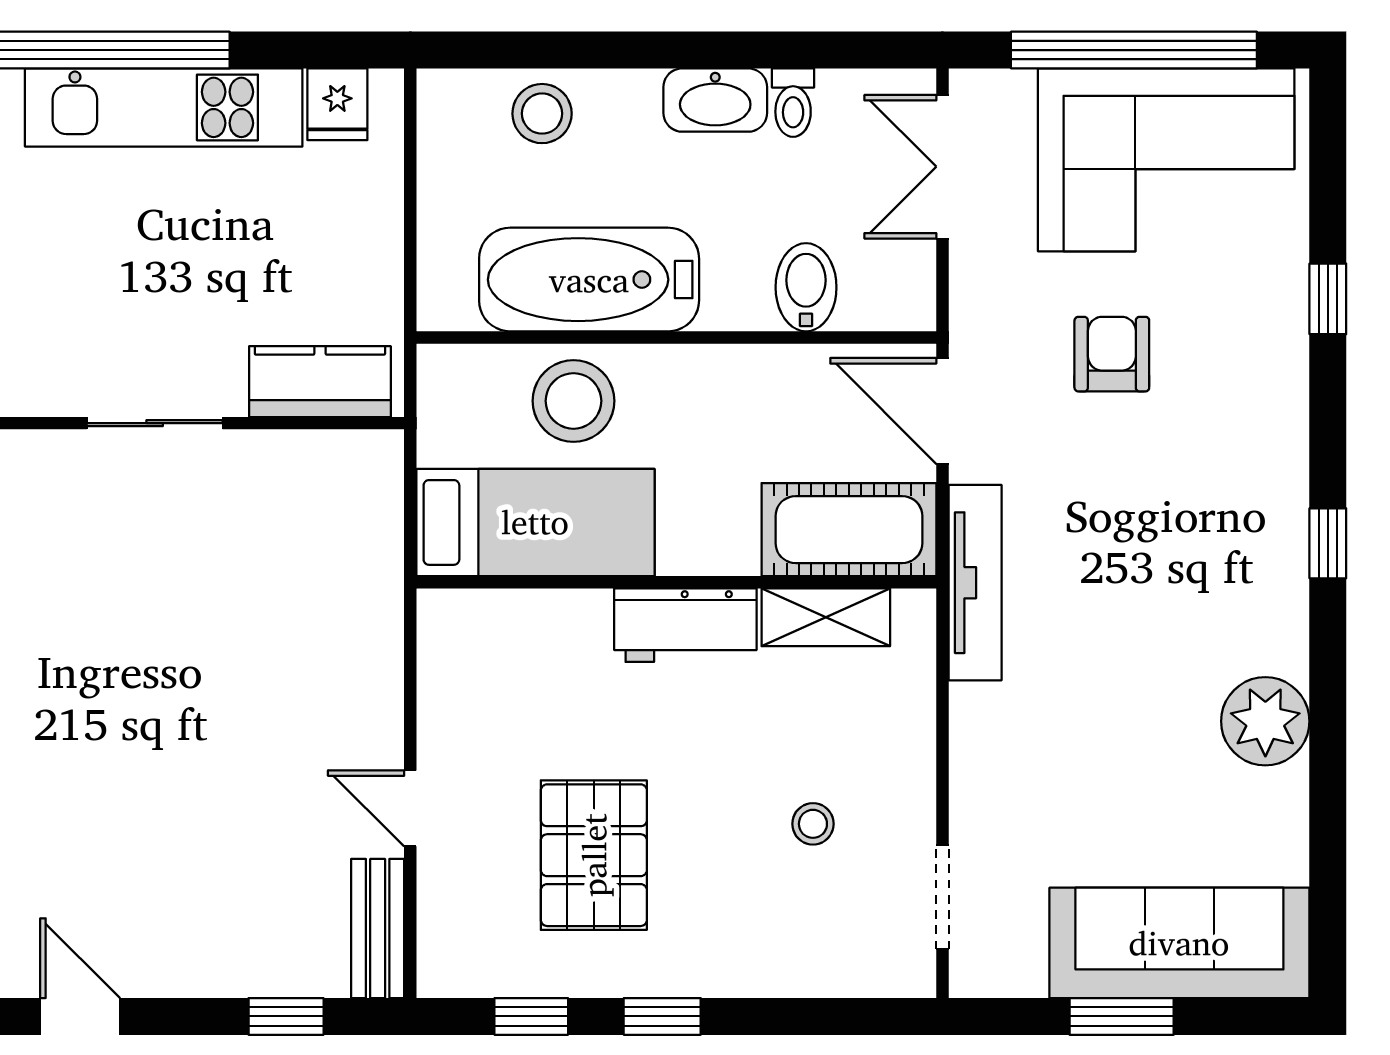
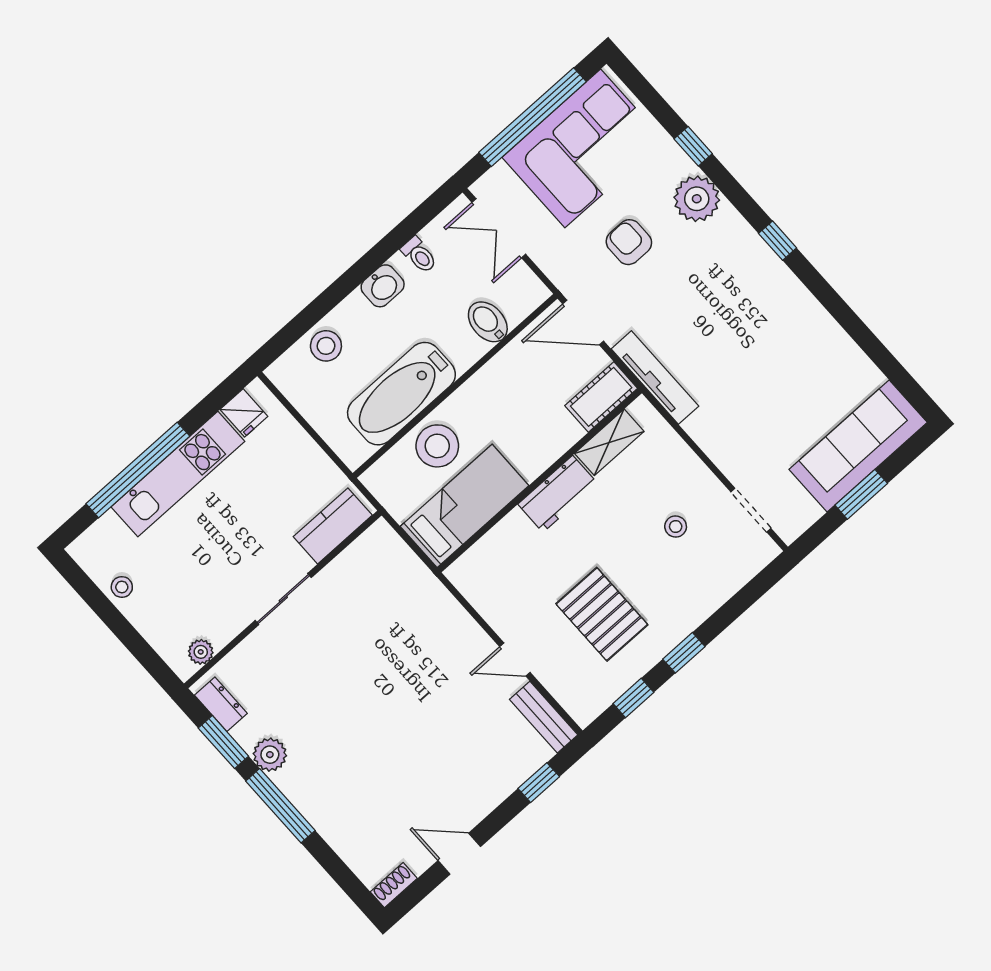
washbasin: (715, 100) -> (383, 286), width x0.72
cot: (849, 530) -> (601, 397), width x0.73, depth x0.75
plant: (1265, 721) -> (697, 199), moved

